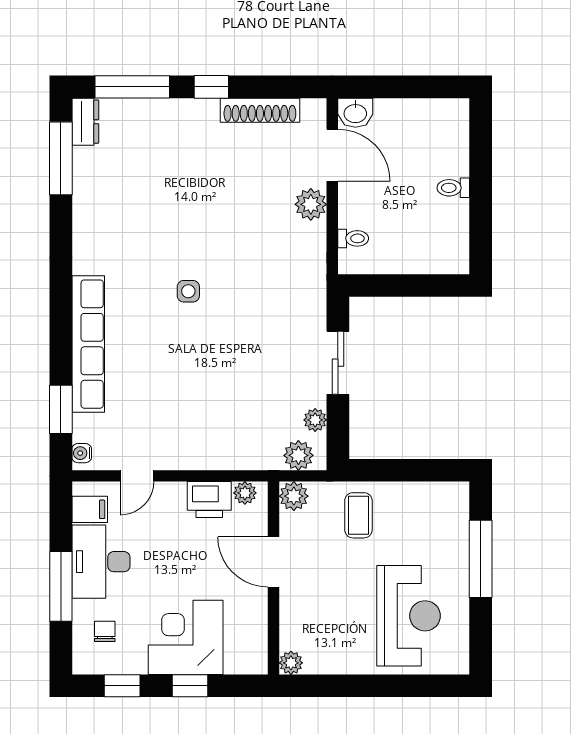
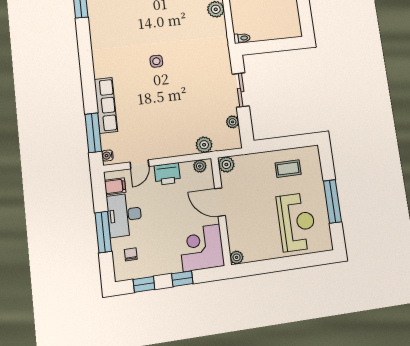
toilet: (353, 238) -> (242, 38), moved
row of seats: (88, 344) -> (106, 105), width x0.73
window: (61, 409) -> (93, 133), width x1.44
plant: (298, 455) -> (204, 145), moved
printer: (209, 500) -> (167, 174), moved
coffee table: (358, 515) -> (288, 169), moved, turned 90
window: (481, 559) -> (332, 201), moved
corner desk: (186, 637) -> (202, 248), moved

